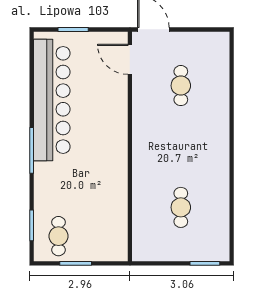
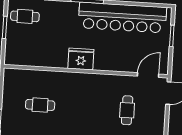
cafe table: (181, 86) -> (127, 110), turned 90
fridge: (113, 154) -> (81, 59), added

